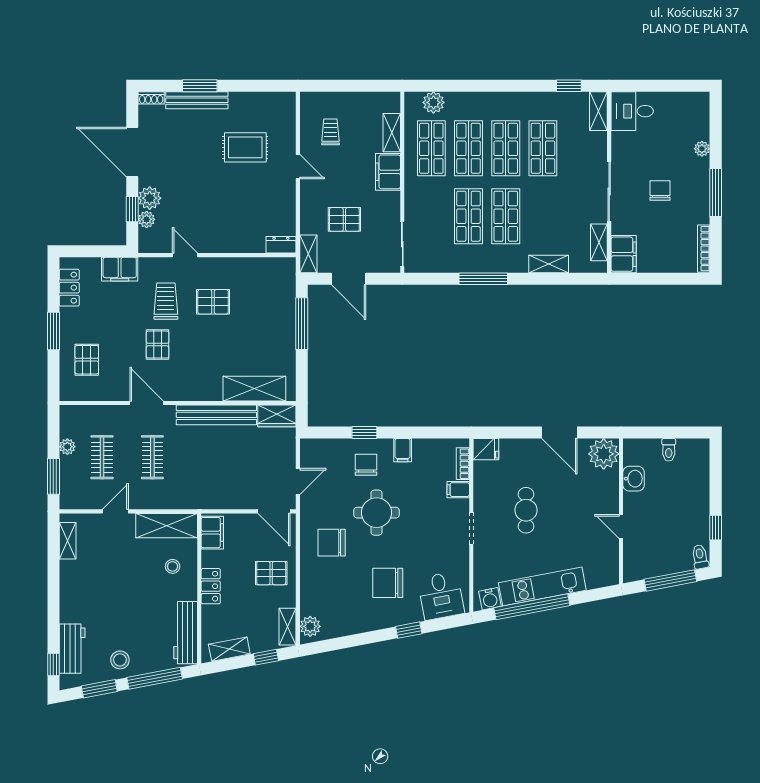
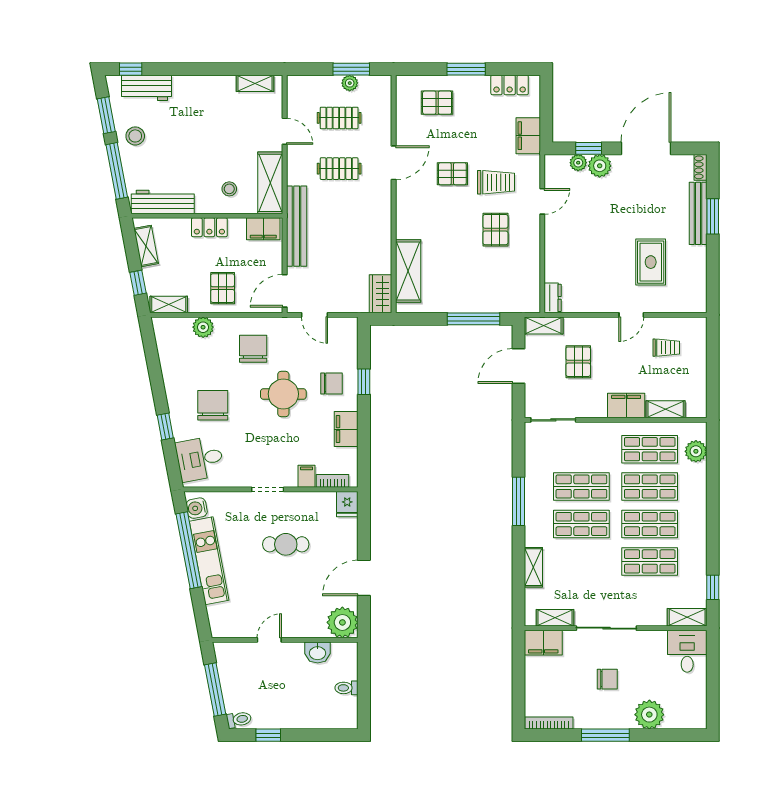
plant: (702, 149) -> (649, 715), width x1.88, depth x1.88
bench: (216, 415) -> (297, 226), moved
filing cabinet: (403, 450) -> (346, 429), width x2.00
window: (53, 476) -> (351, 69), moved
plant: (310, 626) -> (203, 327), moved

